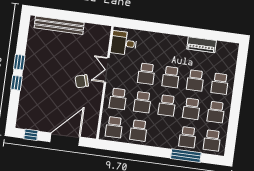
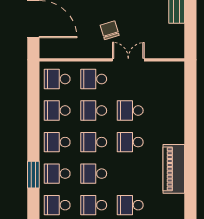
desk: (124, 43) -> (165, 77), removed
piano: (202, 45) -> (174, 169), width x1.37, depth x1.33
school desk: (195, 80) -> (57, 142), moved
window: (186, 156) -> (33, 175), width x0.69

